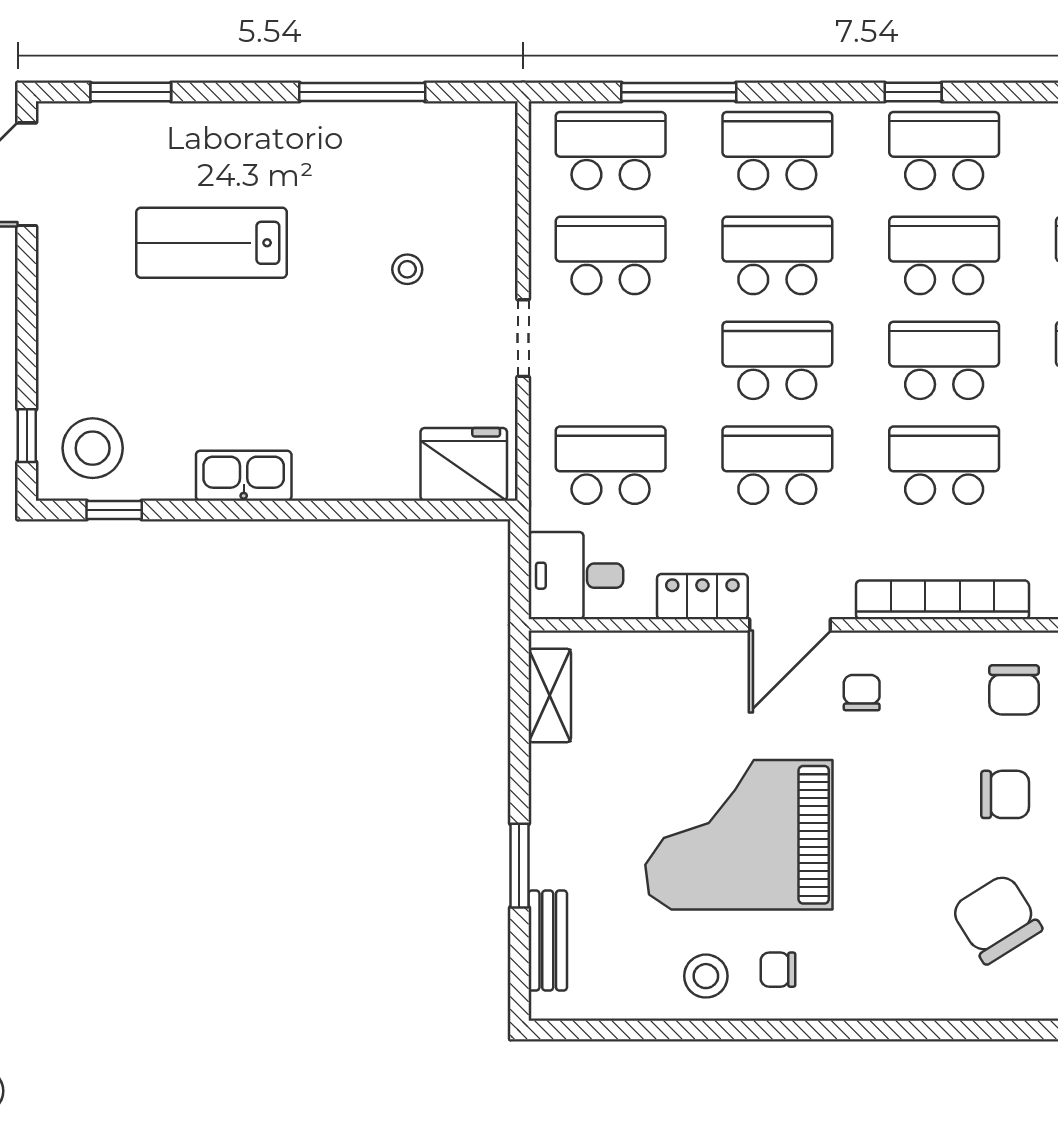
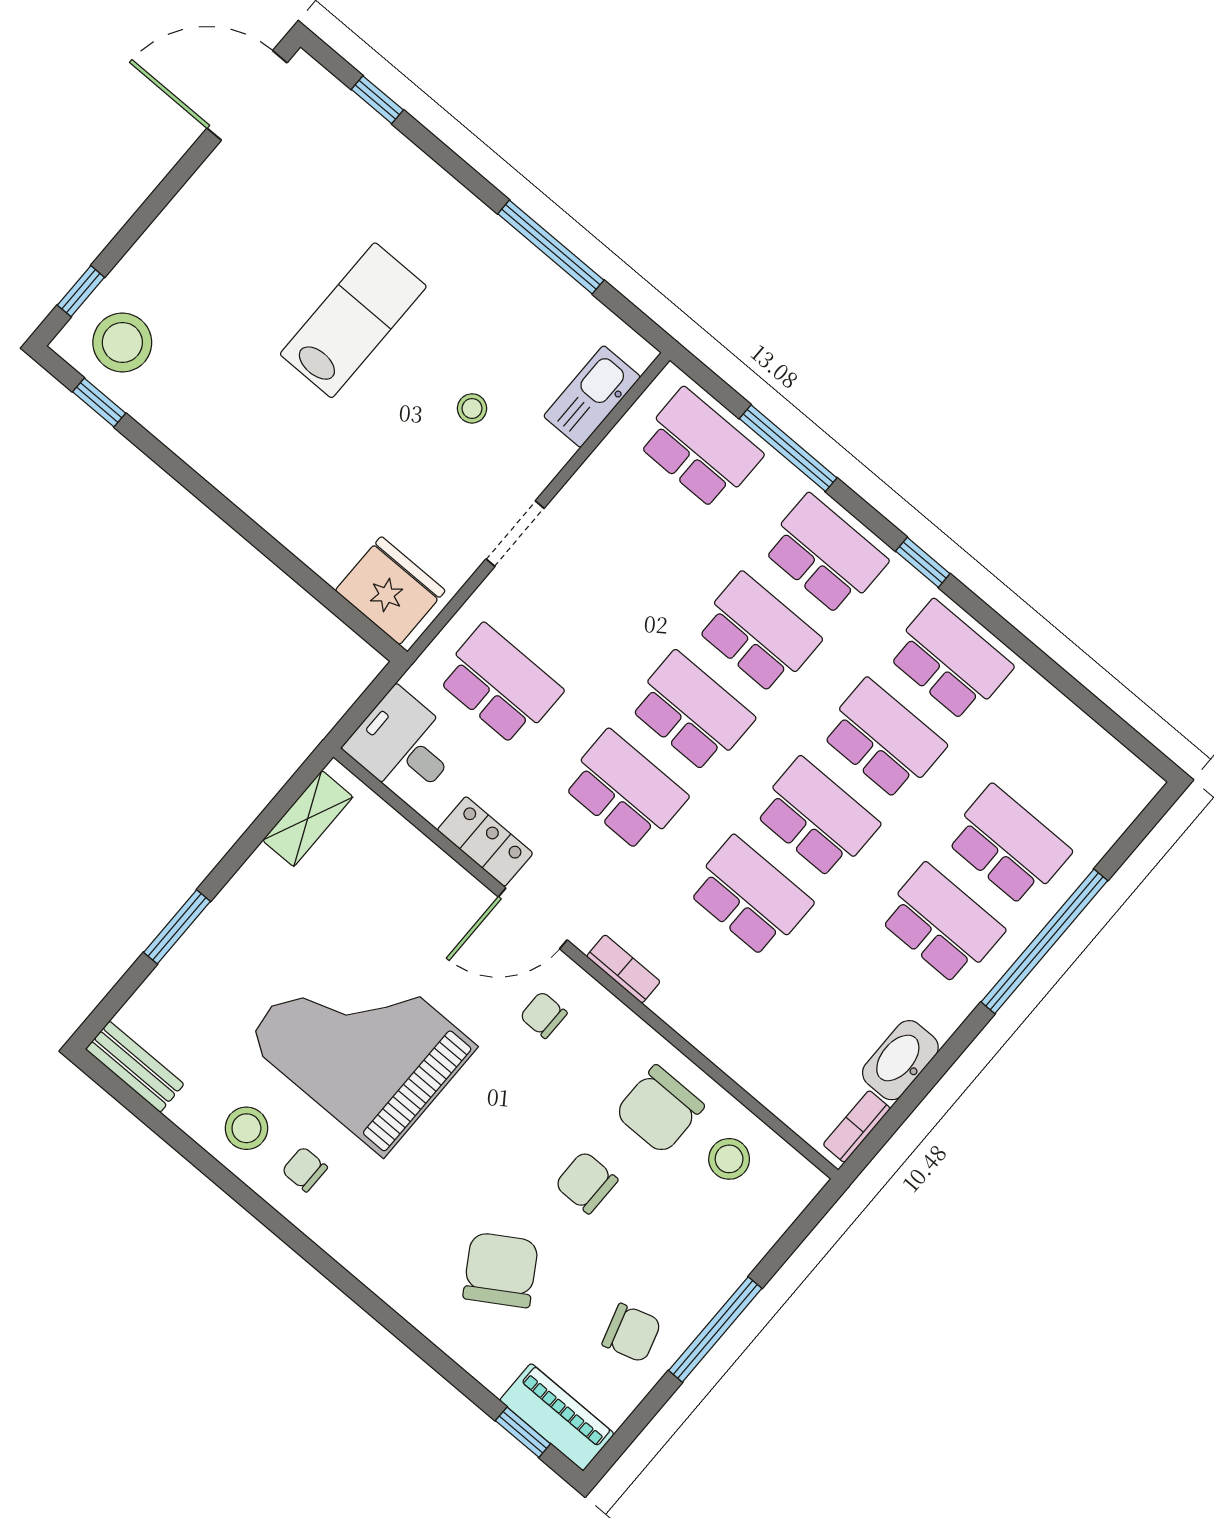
window: (131, 92) -> (377, 100), width x0.67
window: (913, 92) -> (923, 562), moved
lab bench: (212, 243) -> (353, 320), moved, turned 90
school desk: (611, 255) -> (633, 527), removed
kitchen sink: (244, 476) -> (592, 396), moved, turned -90
bookcase: (943, 600) -> (623, 969), width x0.43, depth x0.76
chair: (1014, 690) -> (659, 1110), width x1.37, depth x1.37
chair: (862, 693) -> (543, 1015), turned -90
chair: (1005, 794) -> (586, 1182), turned 180
bench: (548, 940) -> (135, 1067), moved, turned 90

